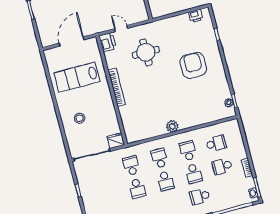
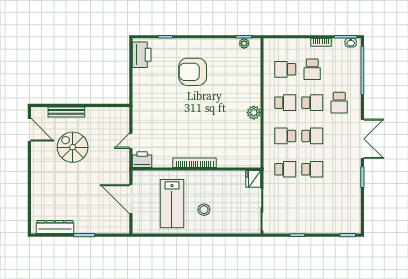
printer: (196, 16) -> (142, 55), width x1.87, depth x1.48
round table: (146, 52) -> (165, 120), removed
stool: (80, 118) -> (204, 210), moved
school desk: (216, 143) -> (285, 69), turned -90
school desk: (188, 151) -> (285, 103), turned 180
school desk: (131, 166) -> (285, 169), turned 180

